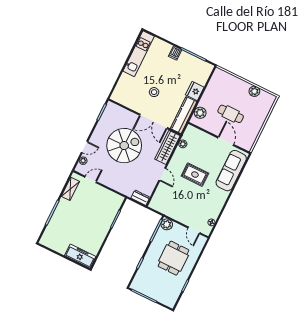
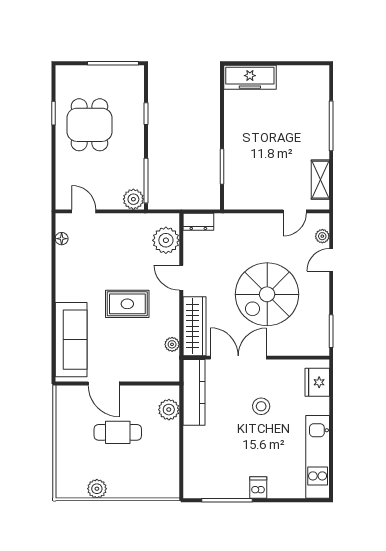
fridge: (195, 91) -> (317, 382), moved, turned 180
plant: (161, 196) -> (166, 240), added
dining table: (174, 258) -> (89, 125), moved

